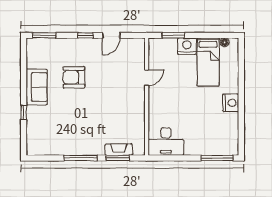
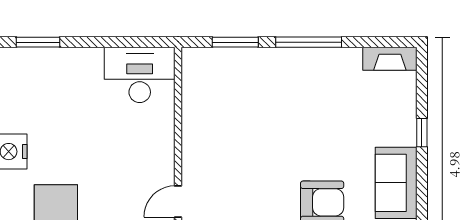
fireplace: (119, 150) -> (390, 59), moved
window: (217, 158) -> (38, 42), width x0.69

